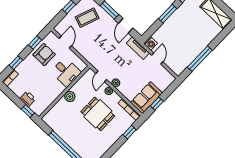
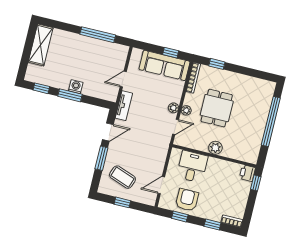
washing machine: (150, 43) -> (76, 87), moved
armchair: (44, 54) -> (187, 200), turned 90
sofa: (146, 98) -> (165, 65), width x1.36
printer: (28, 99) -> (247, 173), moved

